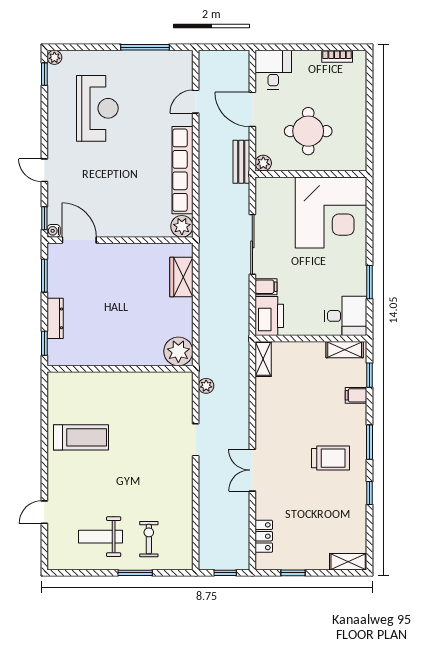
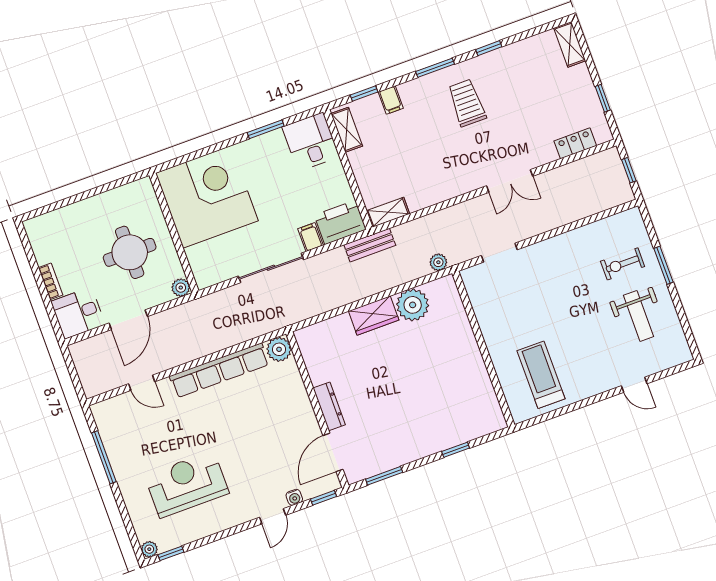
bookcase: (337, 56) -> (50, 281), moved
bench: (241, 162) -> (370, 245), moved
water cooler: (54, 231) -> (294, 497), moved
wardrobe: (181, 277) -> (374, 316), moved
dresser: (55, 318) -> (329, 406), moved, turned 90
wall: (120, 369) -> (483, 349), moved

